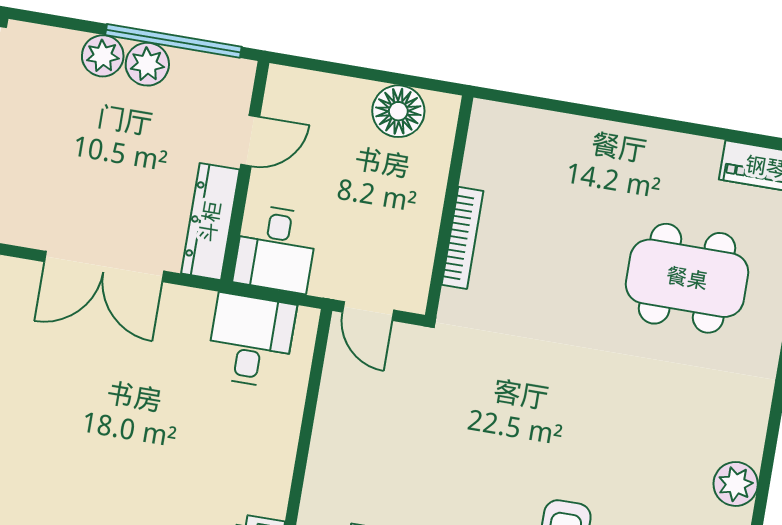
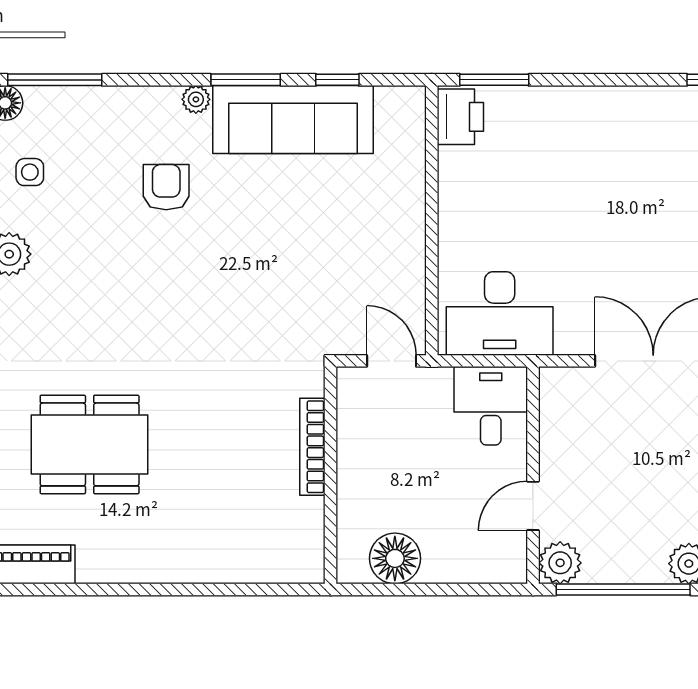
plant: (147, 64) -> (560, 563), moved
dresser: (210, 222) -> (558, 421), removed
desk: (251, 341) -> (500, 313), width x1.37

